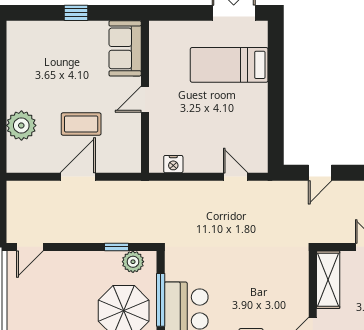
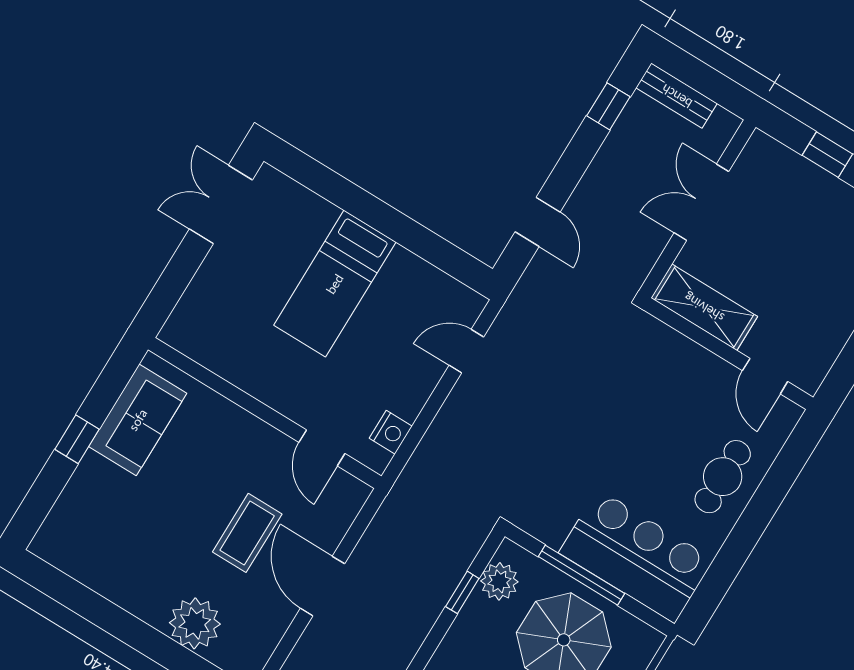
sofa: (125, 48) -> (138, 420), moved, turned -90
bed: (229, 65) -> (335, 284), moved
door: (145, 99) -> (322, 448), moved

